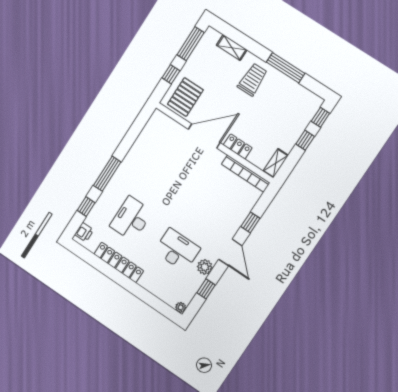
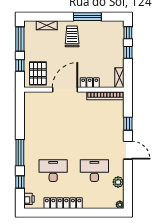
desk: (131, 219) -> (53, 171), turned 90
plant: (205, 267) -> (118, 182), moved
window: (206, 289) -> (128, 182), removed

